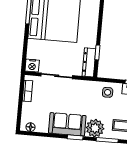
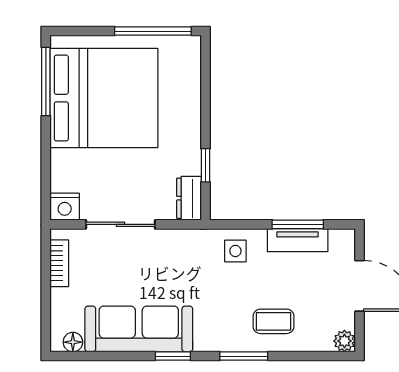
dresser: (89, 62) -> (189, 198), width x0.70
sofa: (67, 124) -> (139, 329), width x1.36
plant: (95, 128) -> (215, 332), removed

